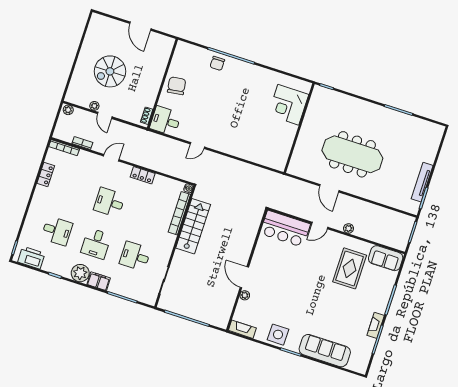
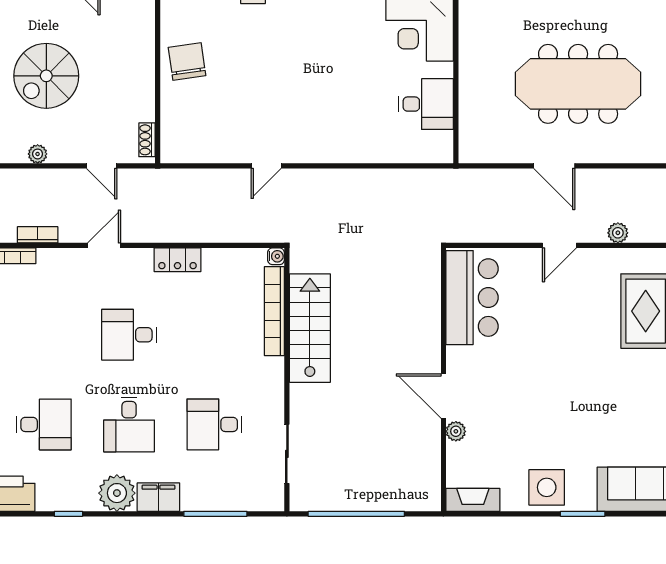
door: (105, 115) -> (102, 166), moved
desk: (165, 121) -> (426, 104), moved, turned 180
bar counter: (285, 229) -> (472, 298), moved, turned -90

